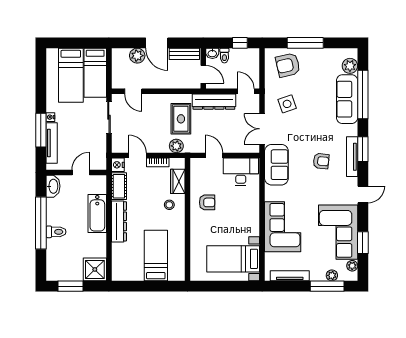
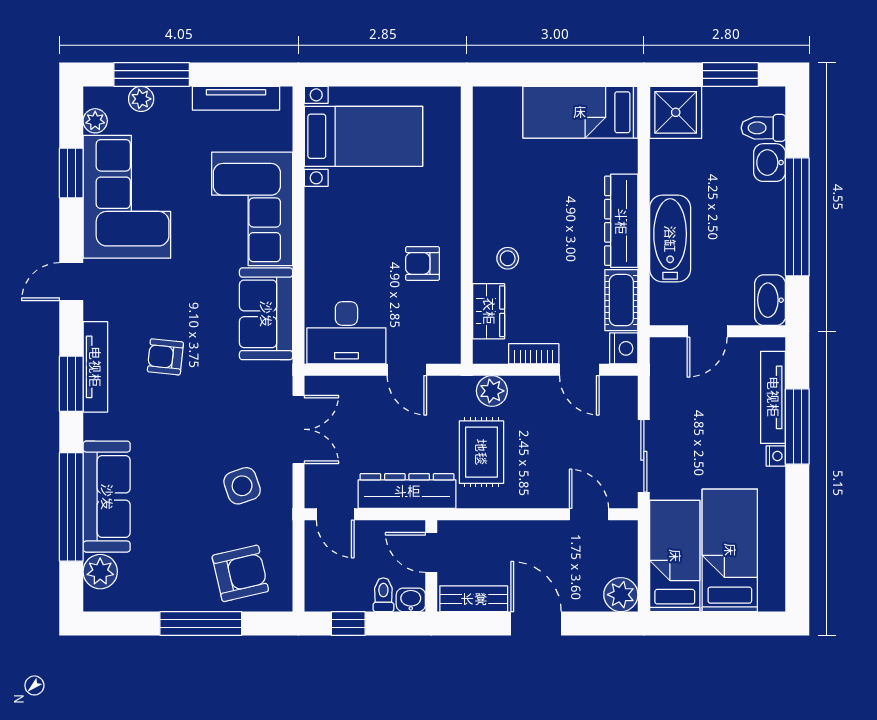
plant: (137, 56) -> (621, 595), moved
sofa: (276, 165) -> (266, 314), moved
toilet: (56, 232) -> (763, 128), moved
washbasin: (53, 247) -> (770, 163), added
bed: (156, 256) -> (580, 112), moved, turned 90

